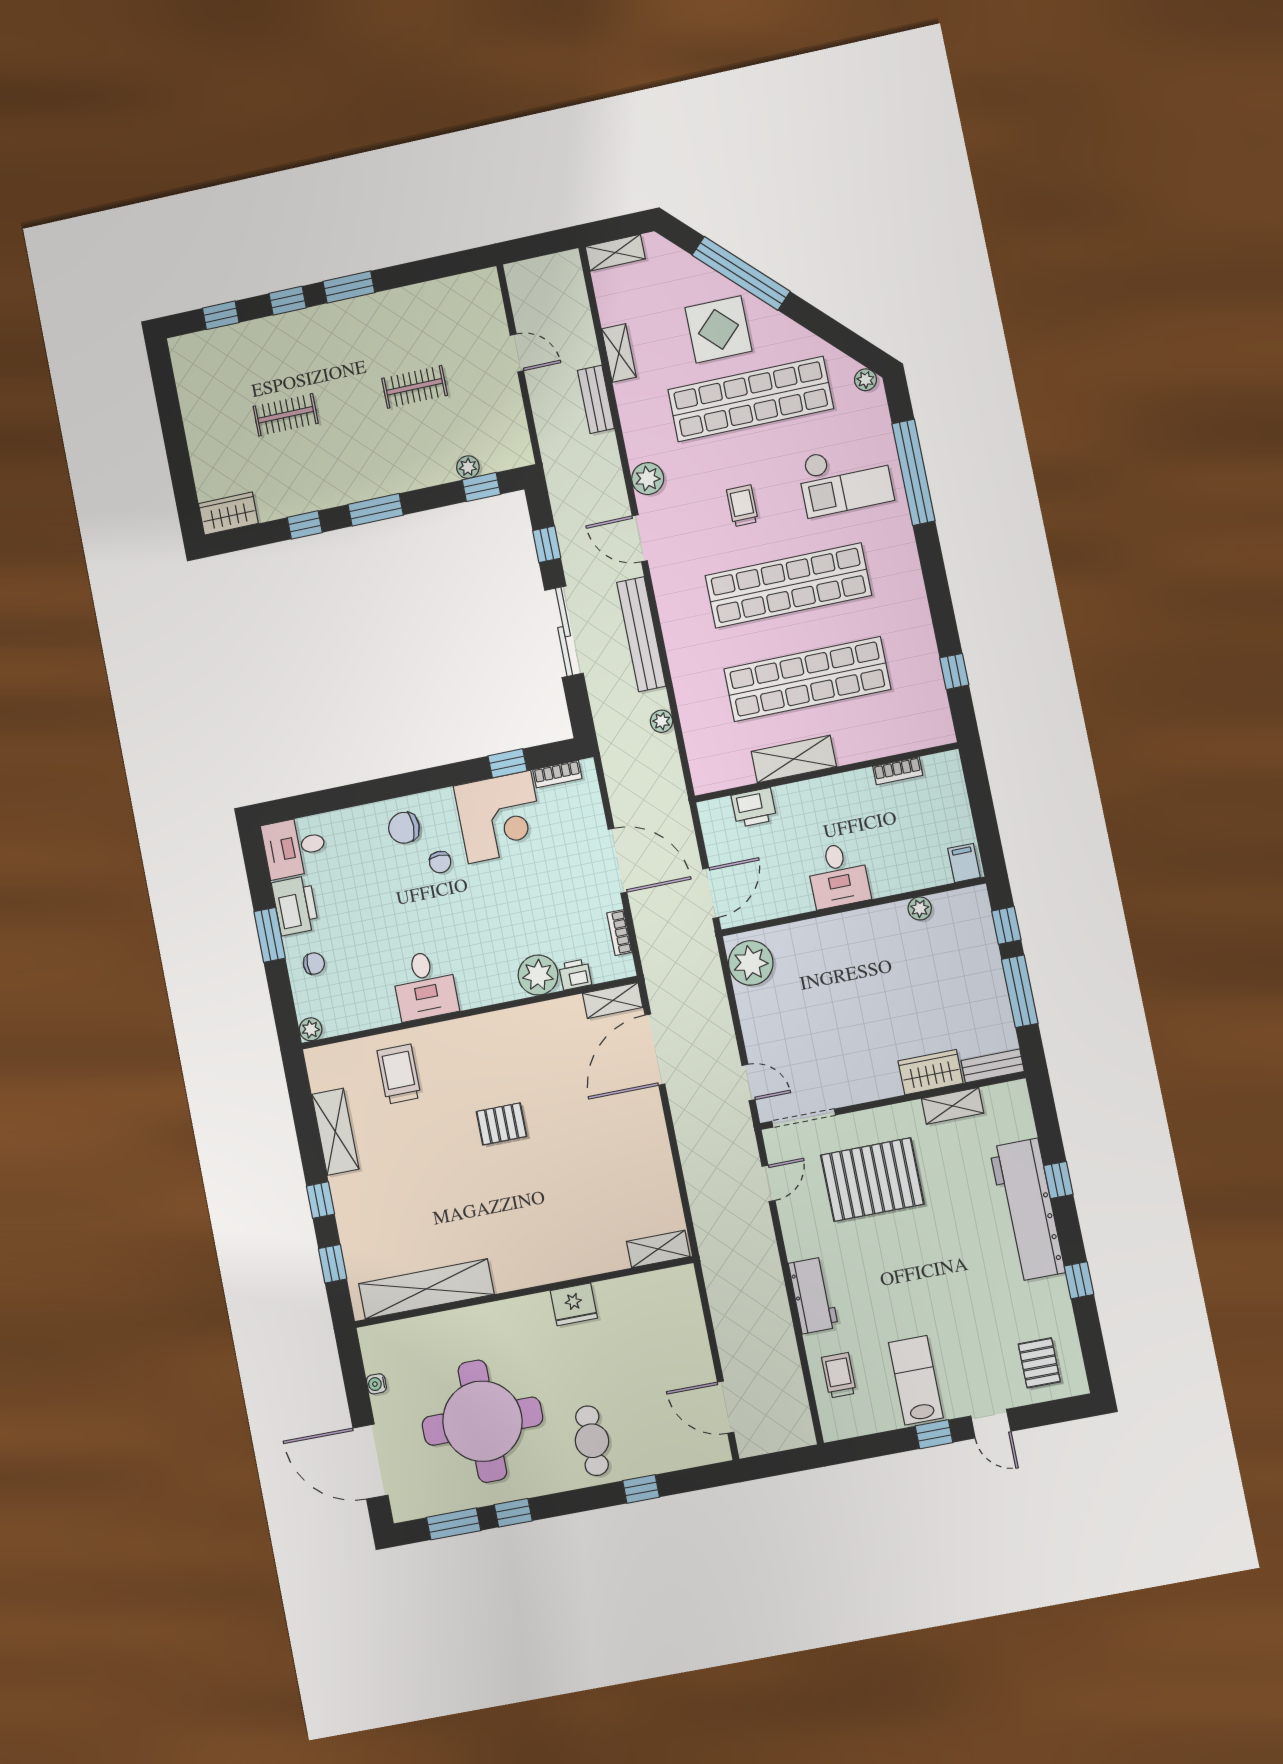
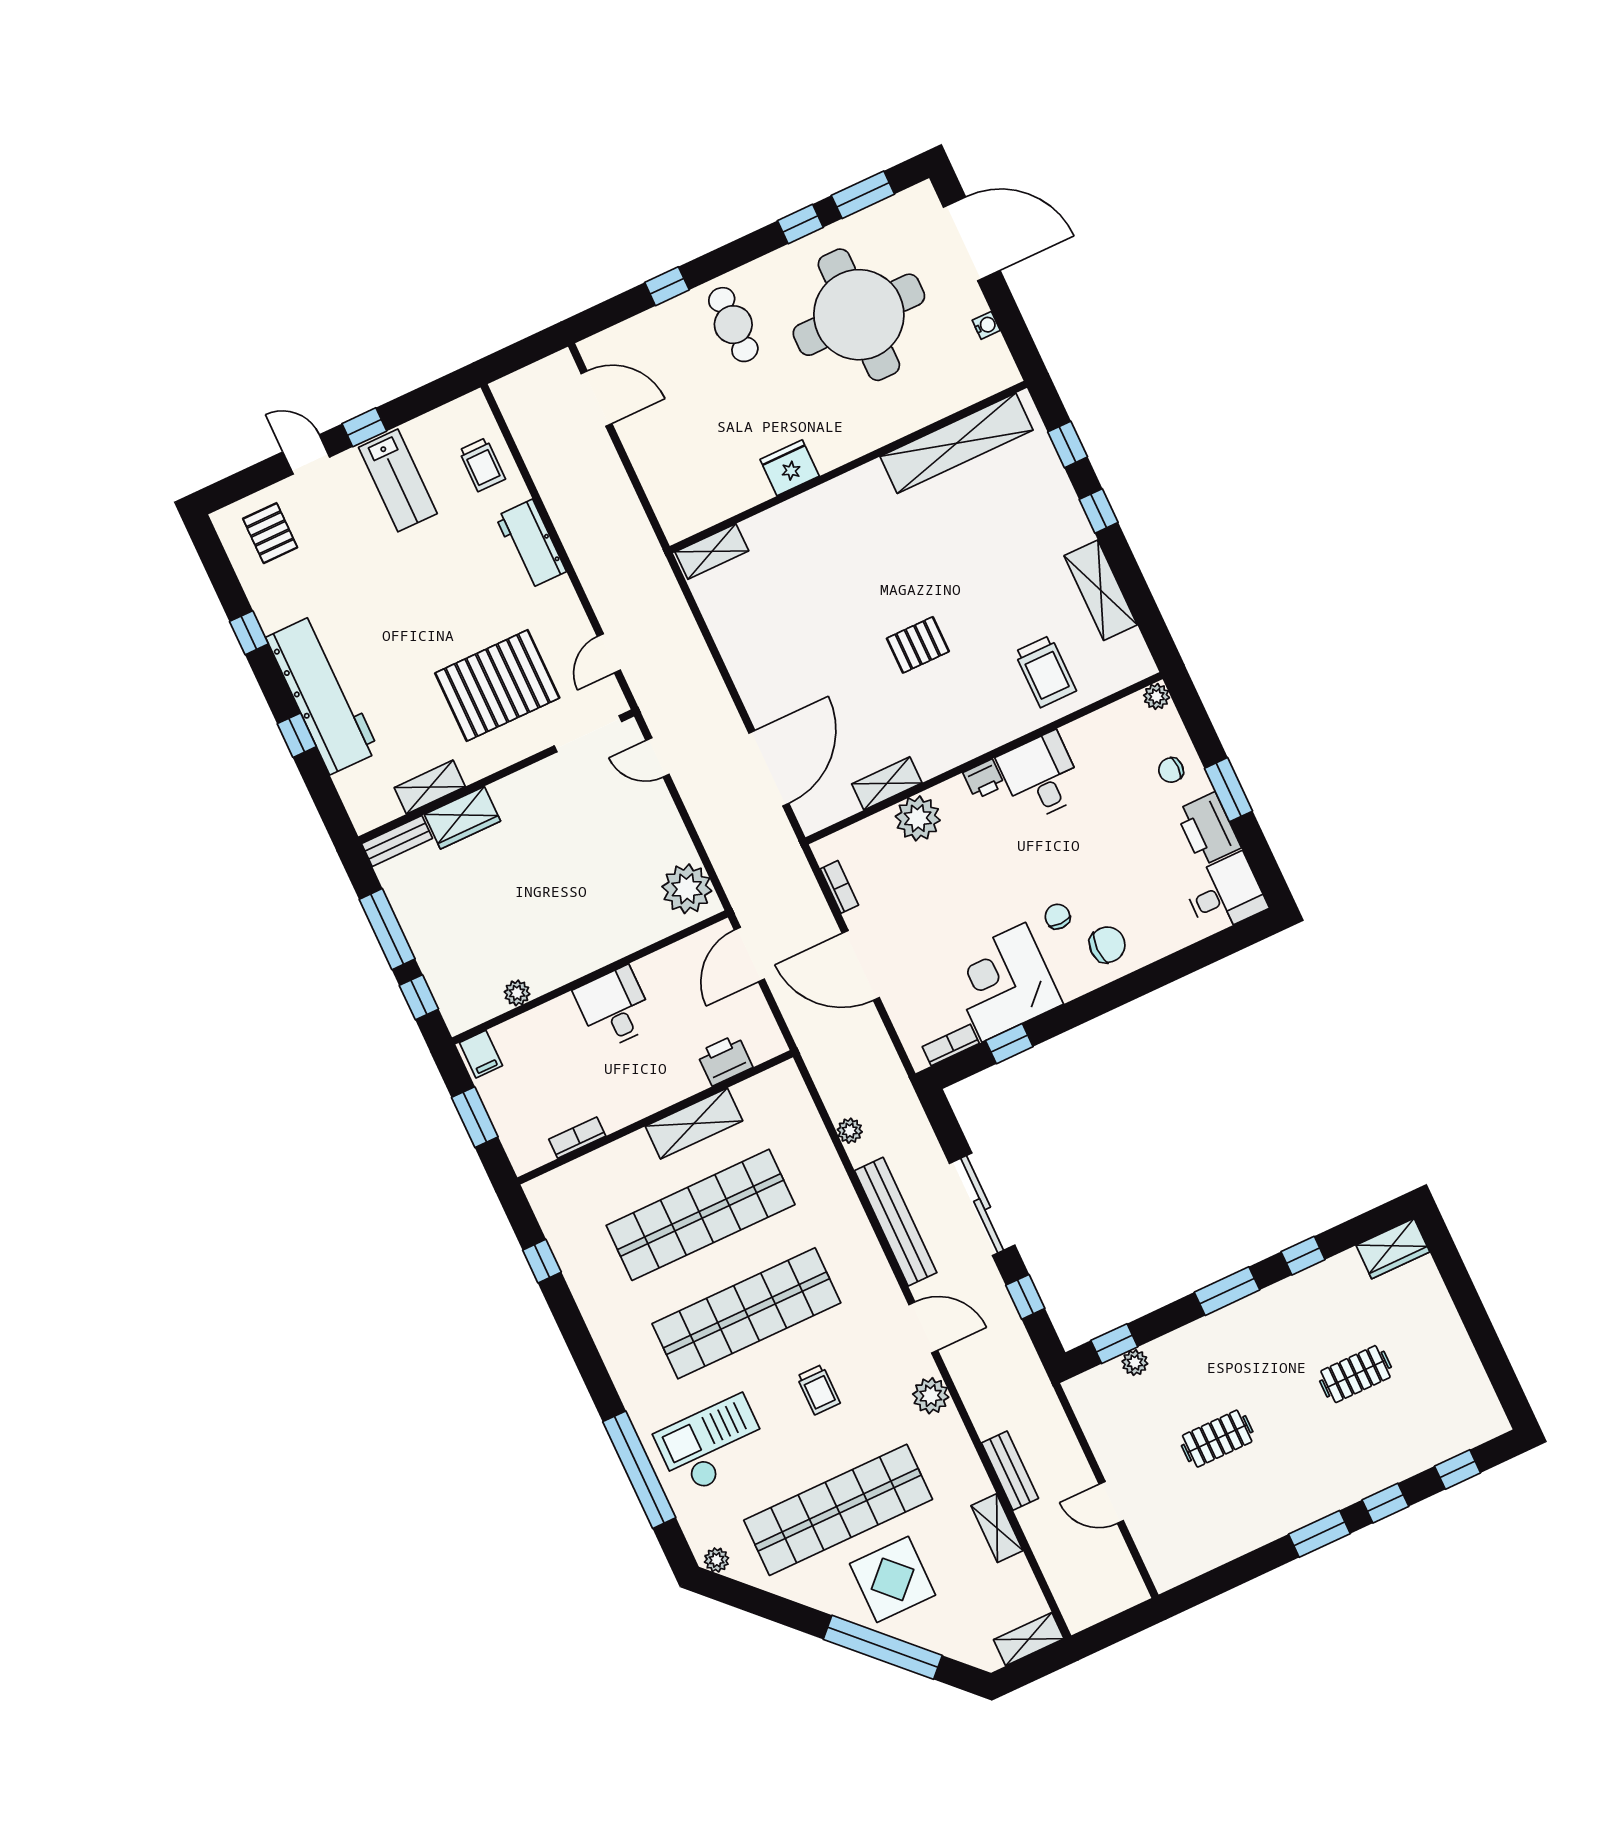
window: (983, 810) -> (475, 1117), added
printer: (575, 974) -> (984, 779), moved
shelving: (613, 1000) -> (887, 783), moved

